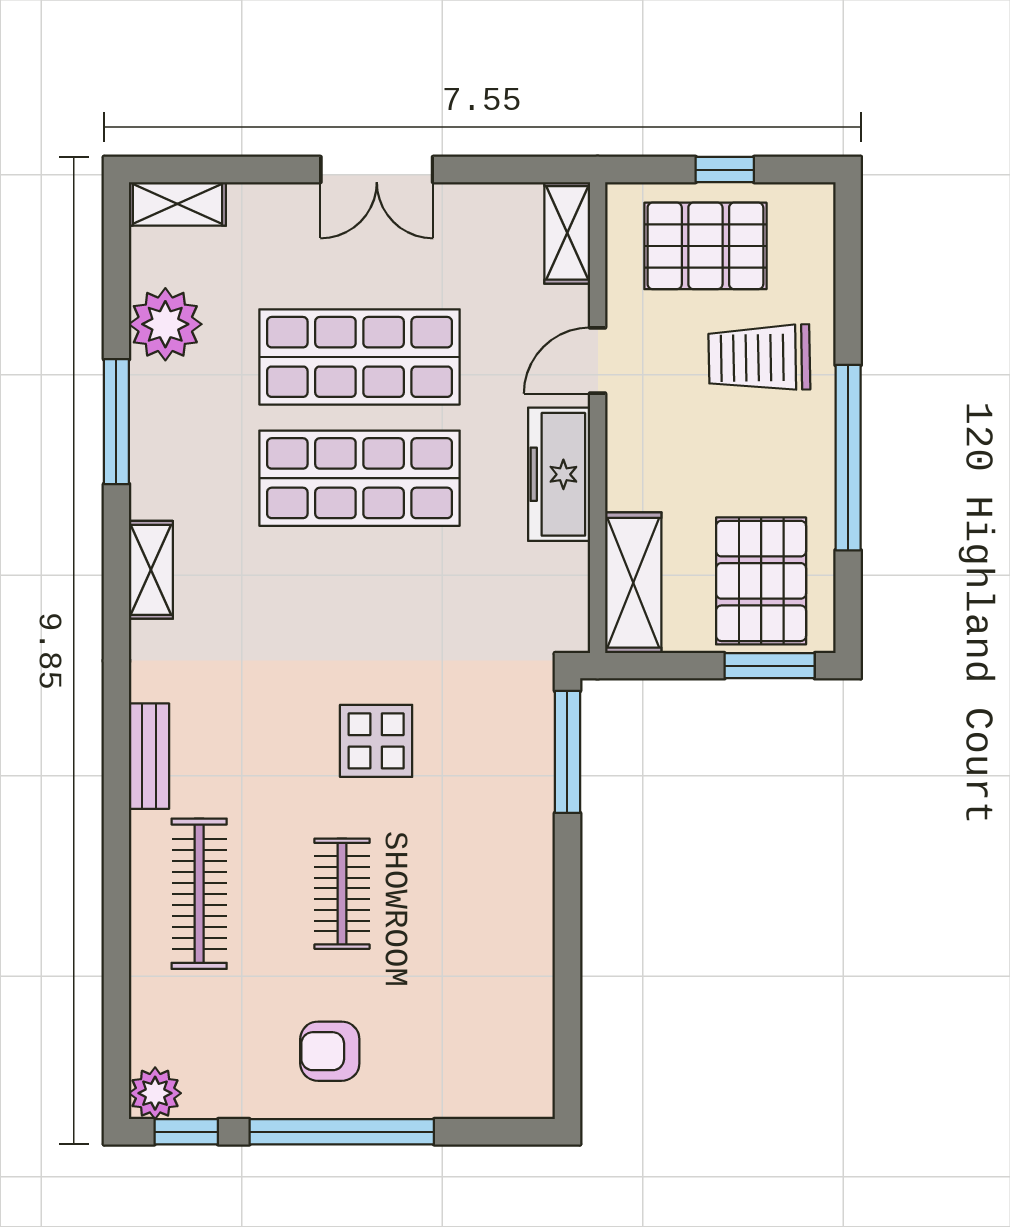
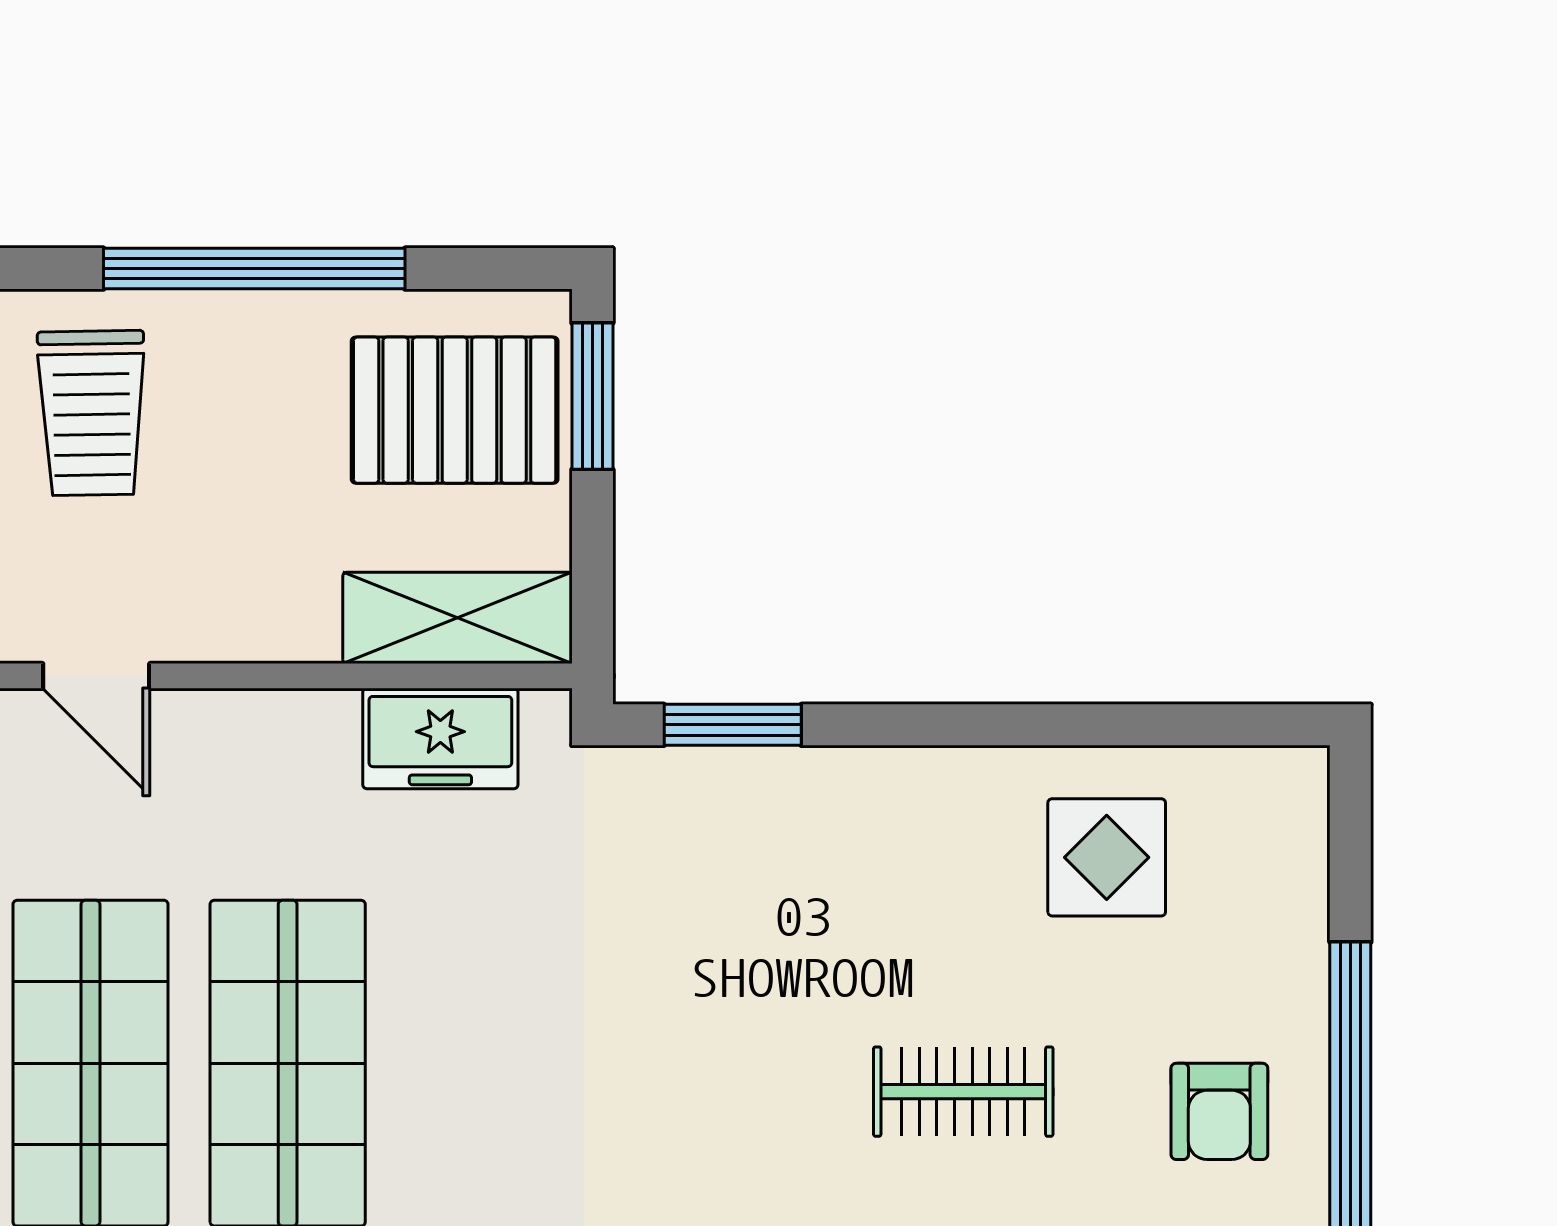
freezer: (559, 474) -> (440, 739), moved, width x0.71
display table: (376, 741) -> (1107, 857), moved
window: (567, 752) -> (733, 725), width x0.69

